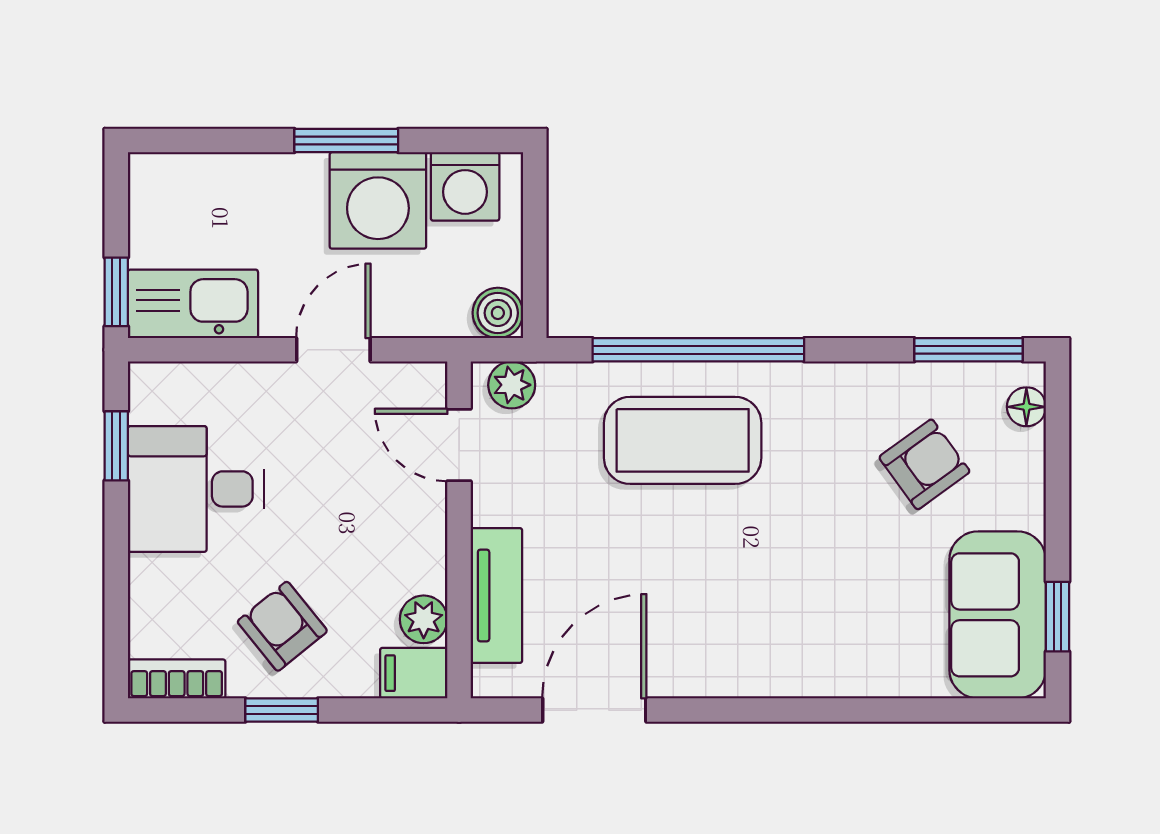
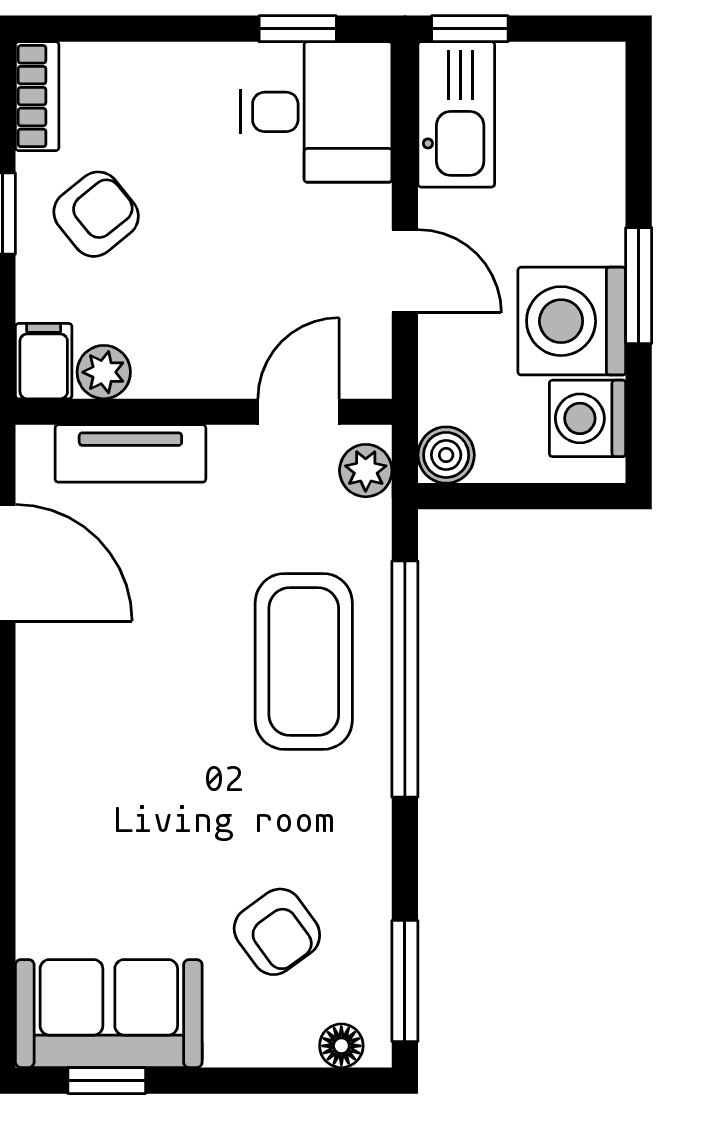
desk: (196, 489) -> (316, 112), moved, turned 90

